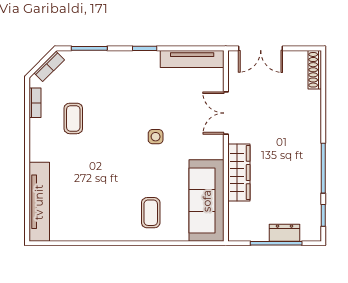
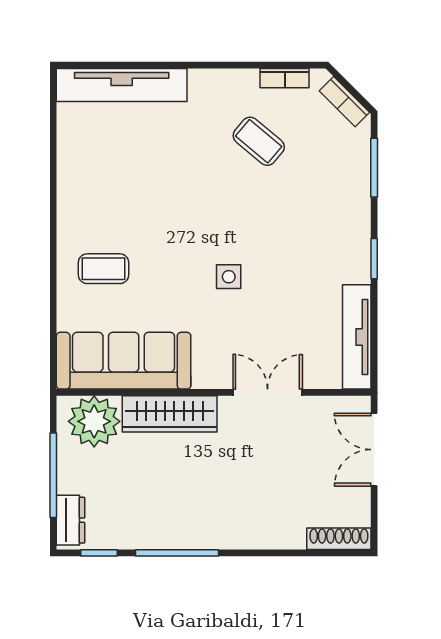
coffee table: (73, 118) -> (259, 141), turned 40
plant: (243, 218) -> (94, 421), added
dresser: (284, 233) -> (70, 520), moved

